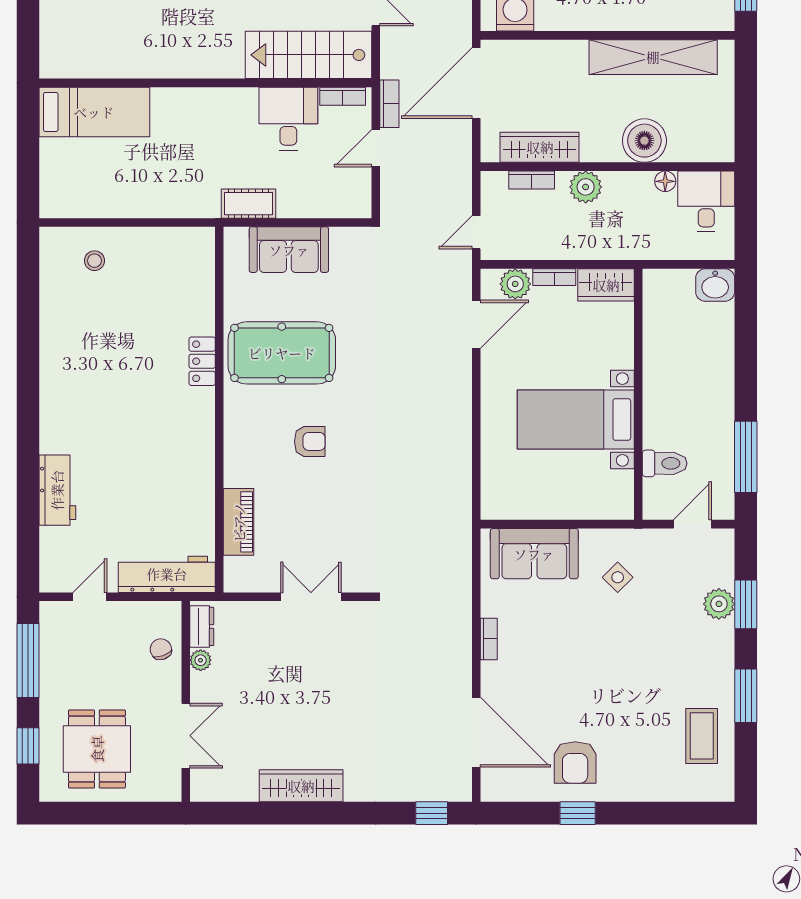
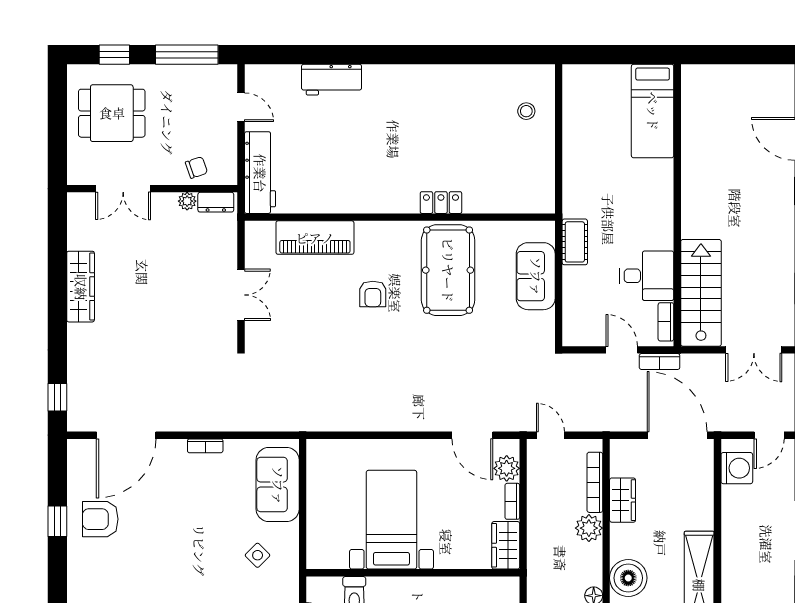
wardrobe: (540, 147) -> (623, 500), width x0.67
bookcase: (532, 180) -> (595, 482), width x1.56
piano: (239, 522) -> (315, 238), width x1.37, depth x1.33

